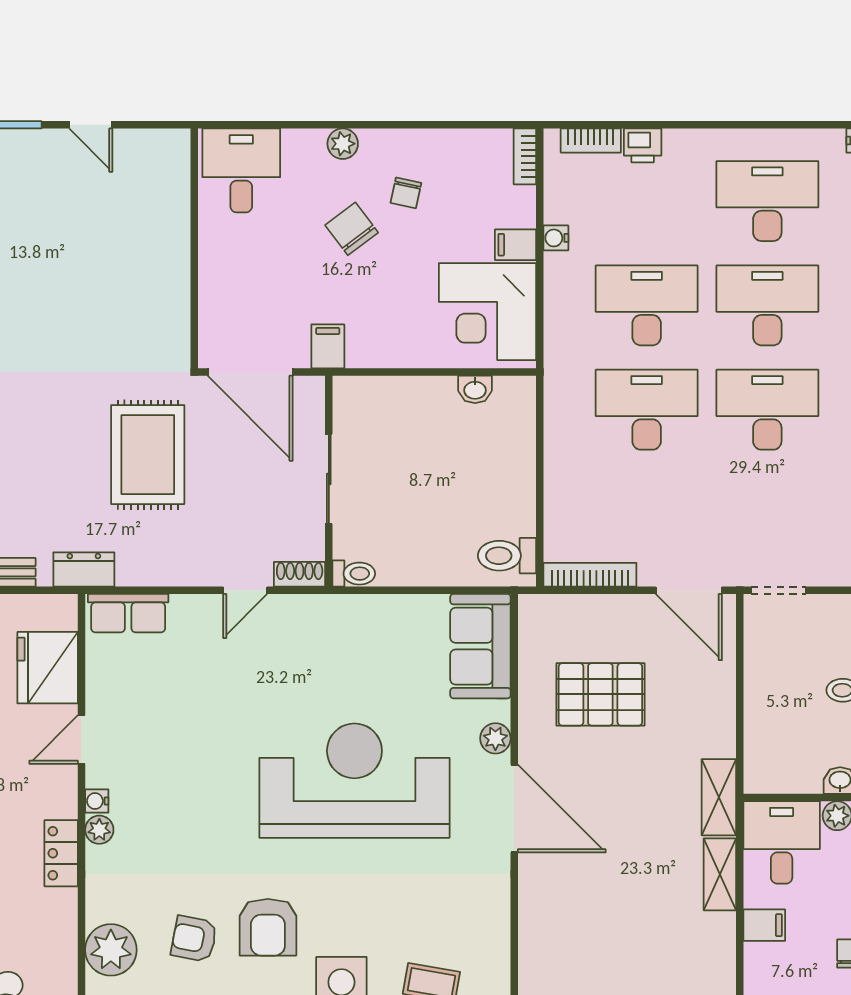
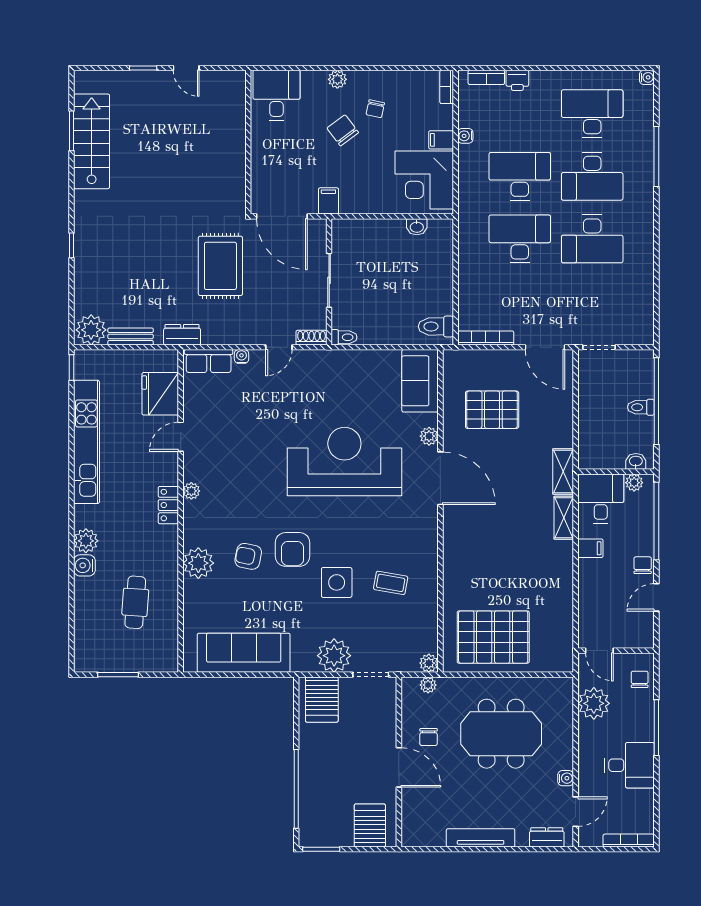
desk: (767, 305) -> (592, 176), turned 180
desk: (767, 410) -> (592, 239), turned 180
water cooler: (97, 801) -> (241, 356), moved, turned 90

